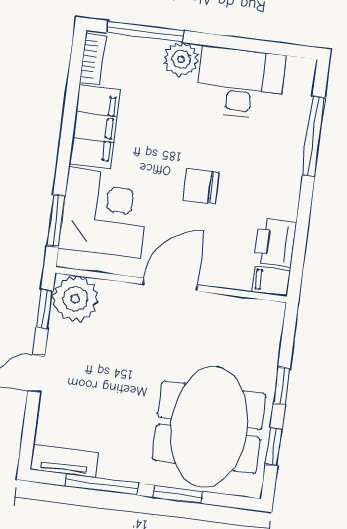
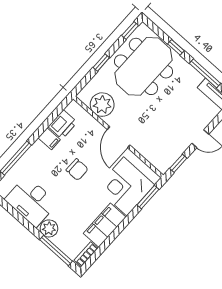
filing cabinet: (271, 281) -> (49, 139), moved
door: (170, 285) -> (119, 137), hinge flipped
plant: (75, 299) -> (102, 105), moved
window: (274, 446) -> (130, 31), moved
window: (178, 494) -> (176, 47), width x0.67

